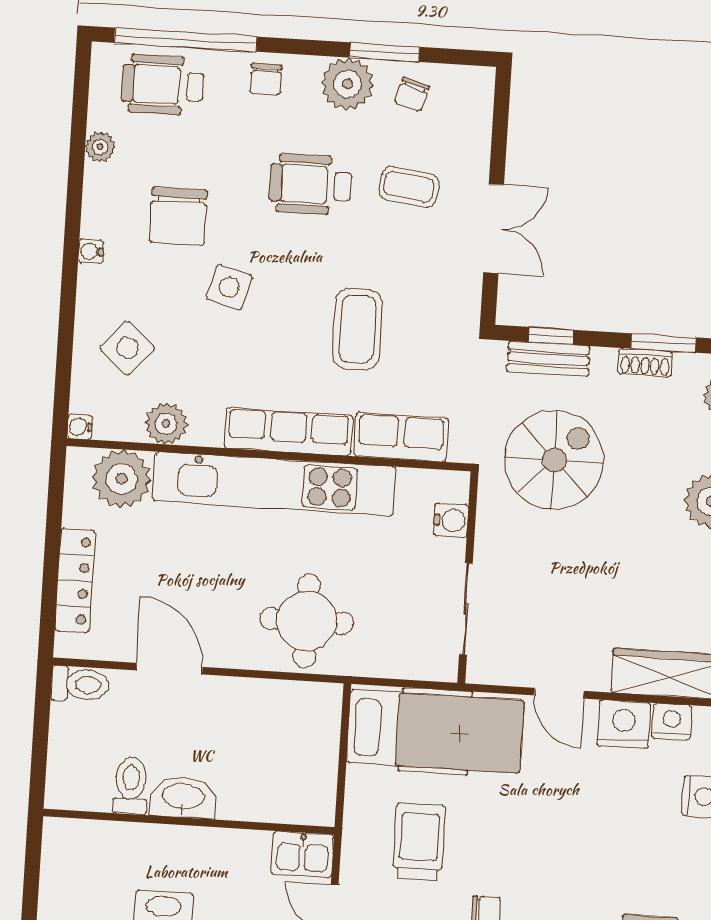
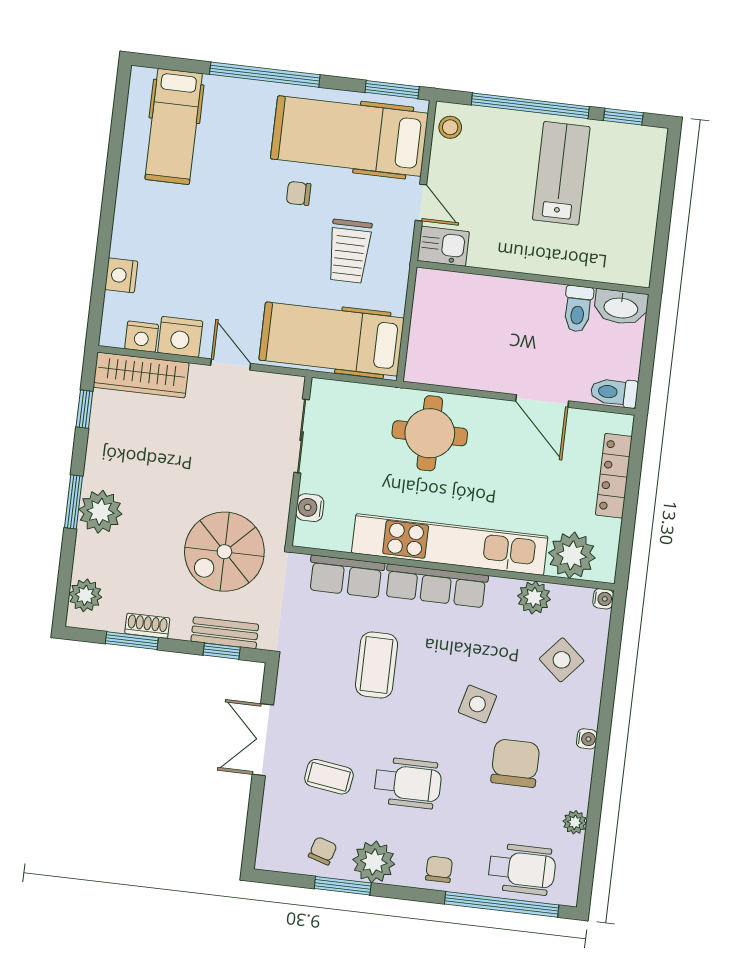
washbasin: (183, 797) -> (621, 307), moved

